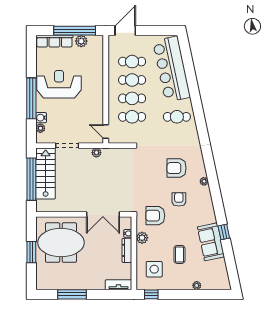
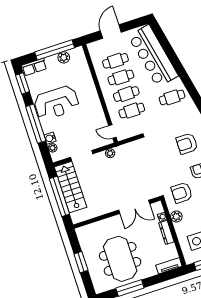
door: (125, 31) -> (111, 31), moved
row of seats: (54, 41) -> (34, 67), width x0.68
window: (31, 54) -> (23, 83), added
reception desk: (59, 84) -> (56, 103), turned 180
meeting table: (61, 243) -> (120, 259), moved, turned 90

